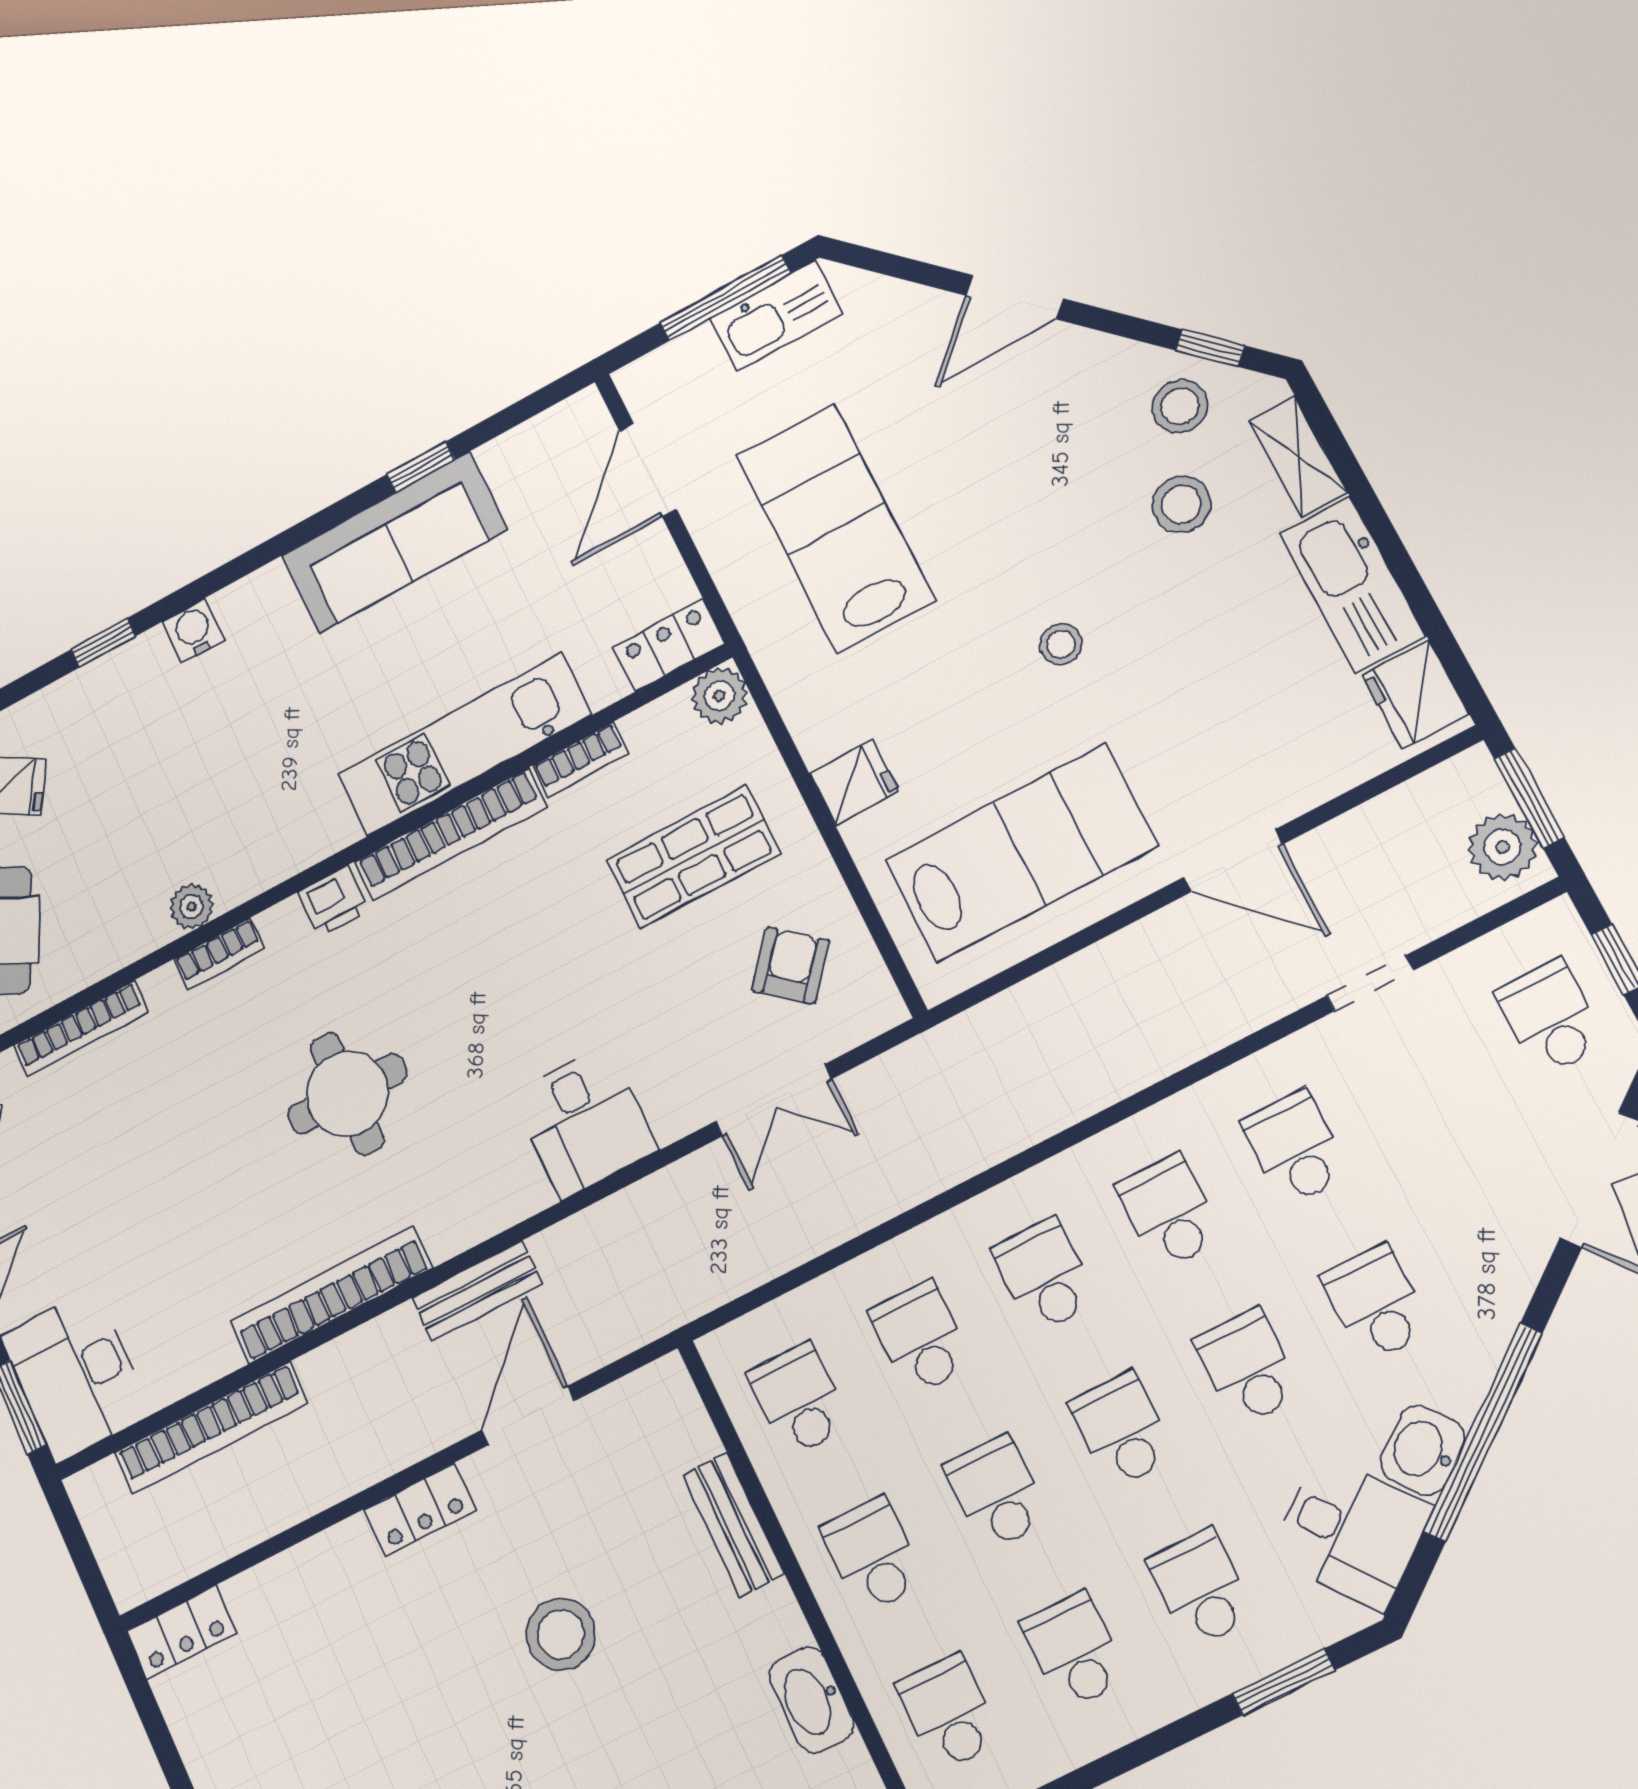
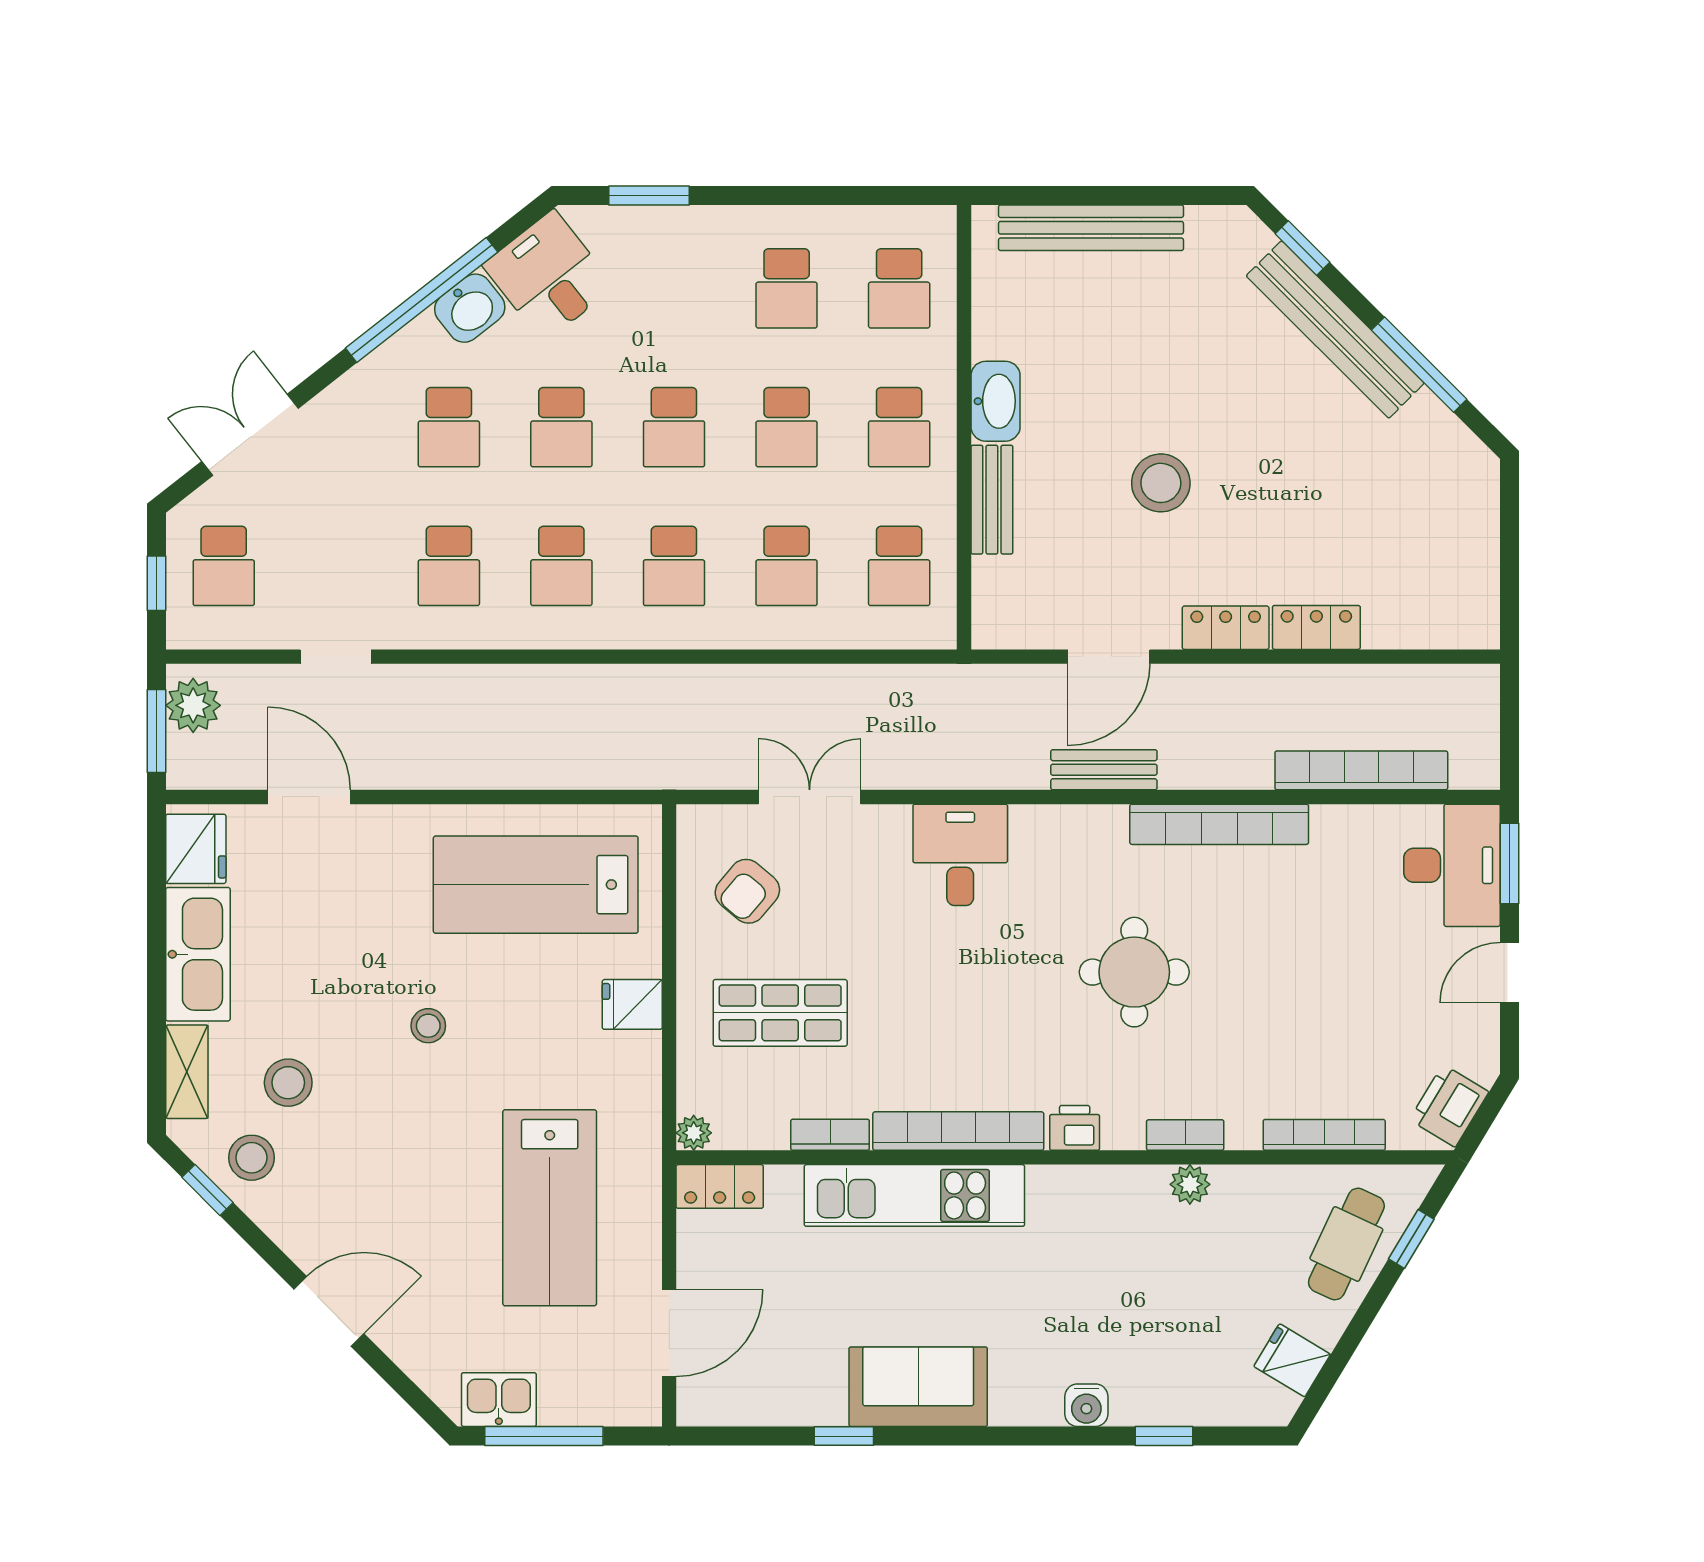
kitchen sink: (776, 316) -> (499, 1400), width x0.73
sofa: (394, 543) -> (918, 1387), width x0.73
plant: (719, 696) -> (694, 1133), width x0.73, depth x0.73
door: (1233, 861) -> (309, 797), moved
school desk: (1201, 1588) -> (674, 288), removed
locker: (181, 1632) -> (1316, 627), moved
washbasin: (811, 1700) -> (996, 401), moved

